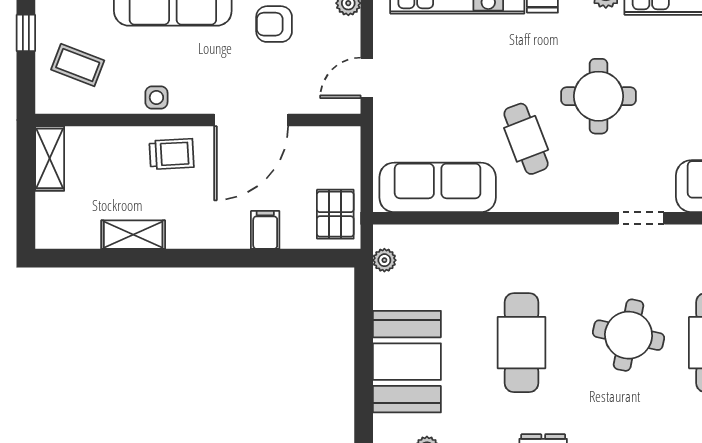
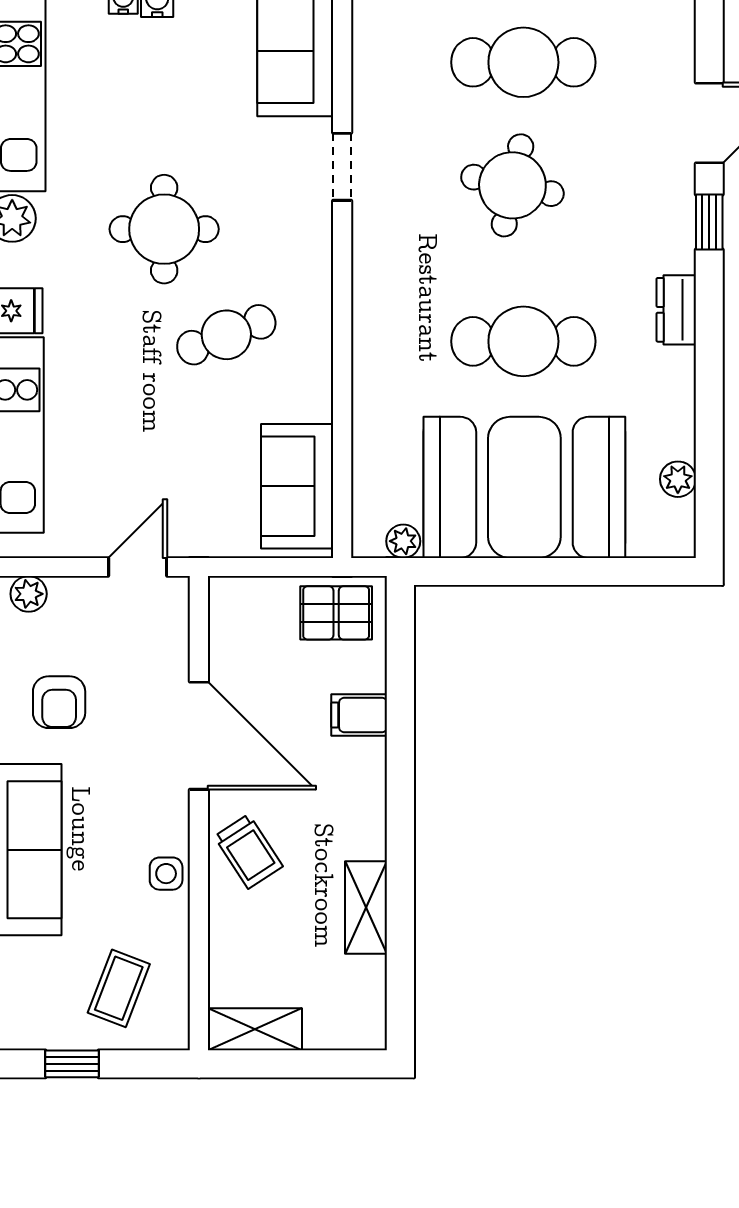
door: (367, 78) -> (138, 567), swing flipped
trolley: (172, 154) -> (248, 851), turned 150
sofa: (438, 187) -> (297, 486), width x0.73
booth: (407, 362) -> (524, 487), width x1.36, depth x1.42

